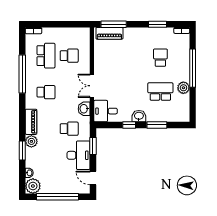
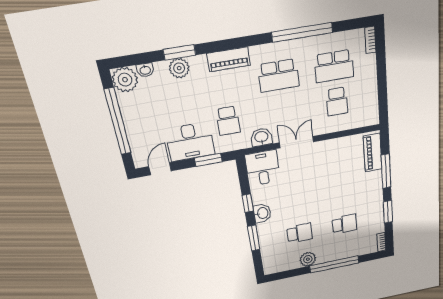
window: (114, 24) -> (386, 171), moved
school desk: (46, 92) -> (278, 76), width x1.85
school desk: (160, 92) -> (300, 233), width x0.54
plant: (31, 141) -> (179, 68), moved

